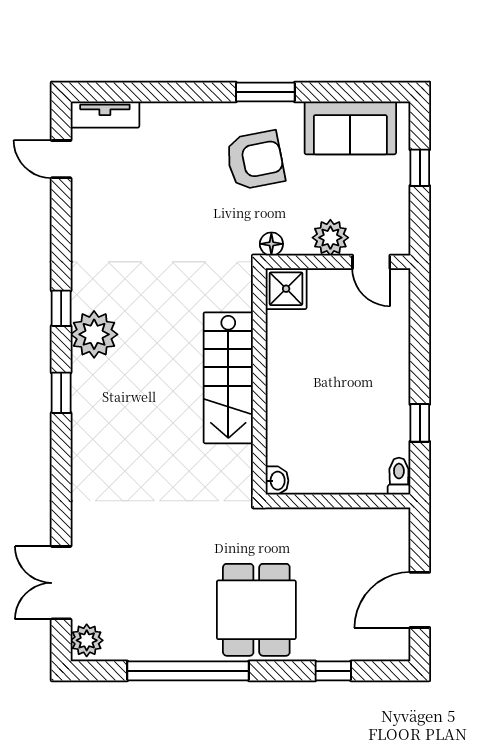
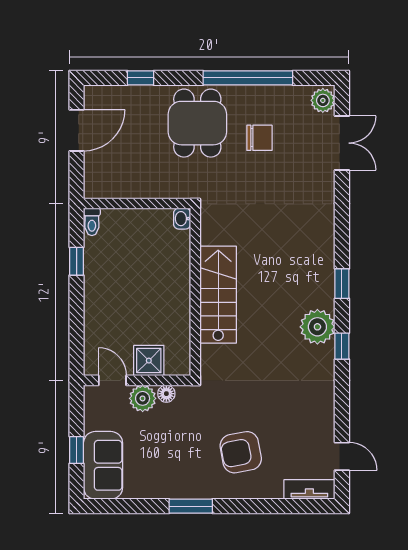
sofa: (350, 128) -> (103, 465), moved, turned 90
armchair: (255, 160) -> (241, 452), moved
floor lamp: (271, 244) -> (166, 394), moved
shower: (286, 289) -> (149, 361), moved
chair: (172, 590) -> (259, 138), added

